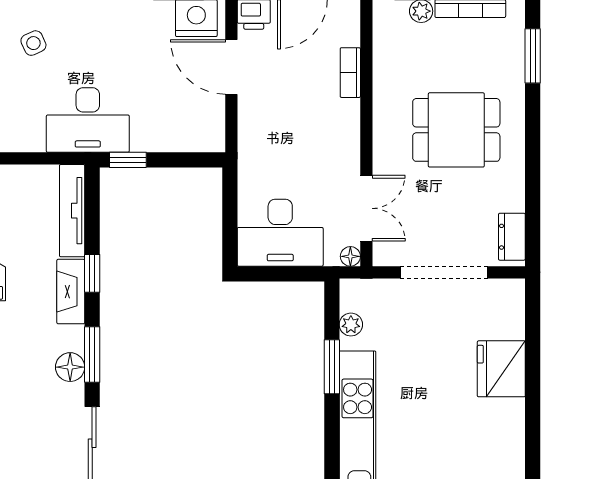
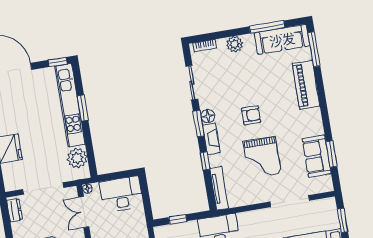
window: (128, 160) -> (178, 219), moved
fireplace: (71, 292) -> (211, 139), moved
plant: (351, 325) -> (77, 158), width x1.87, depth x1.87
window: (332, 367) -> (83, 108), moved

